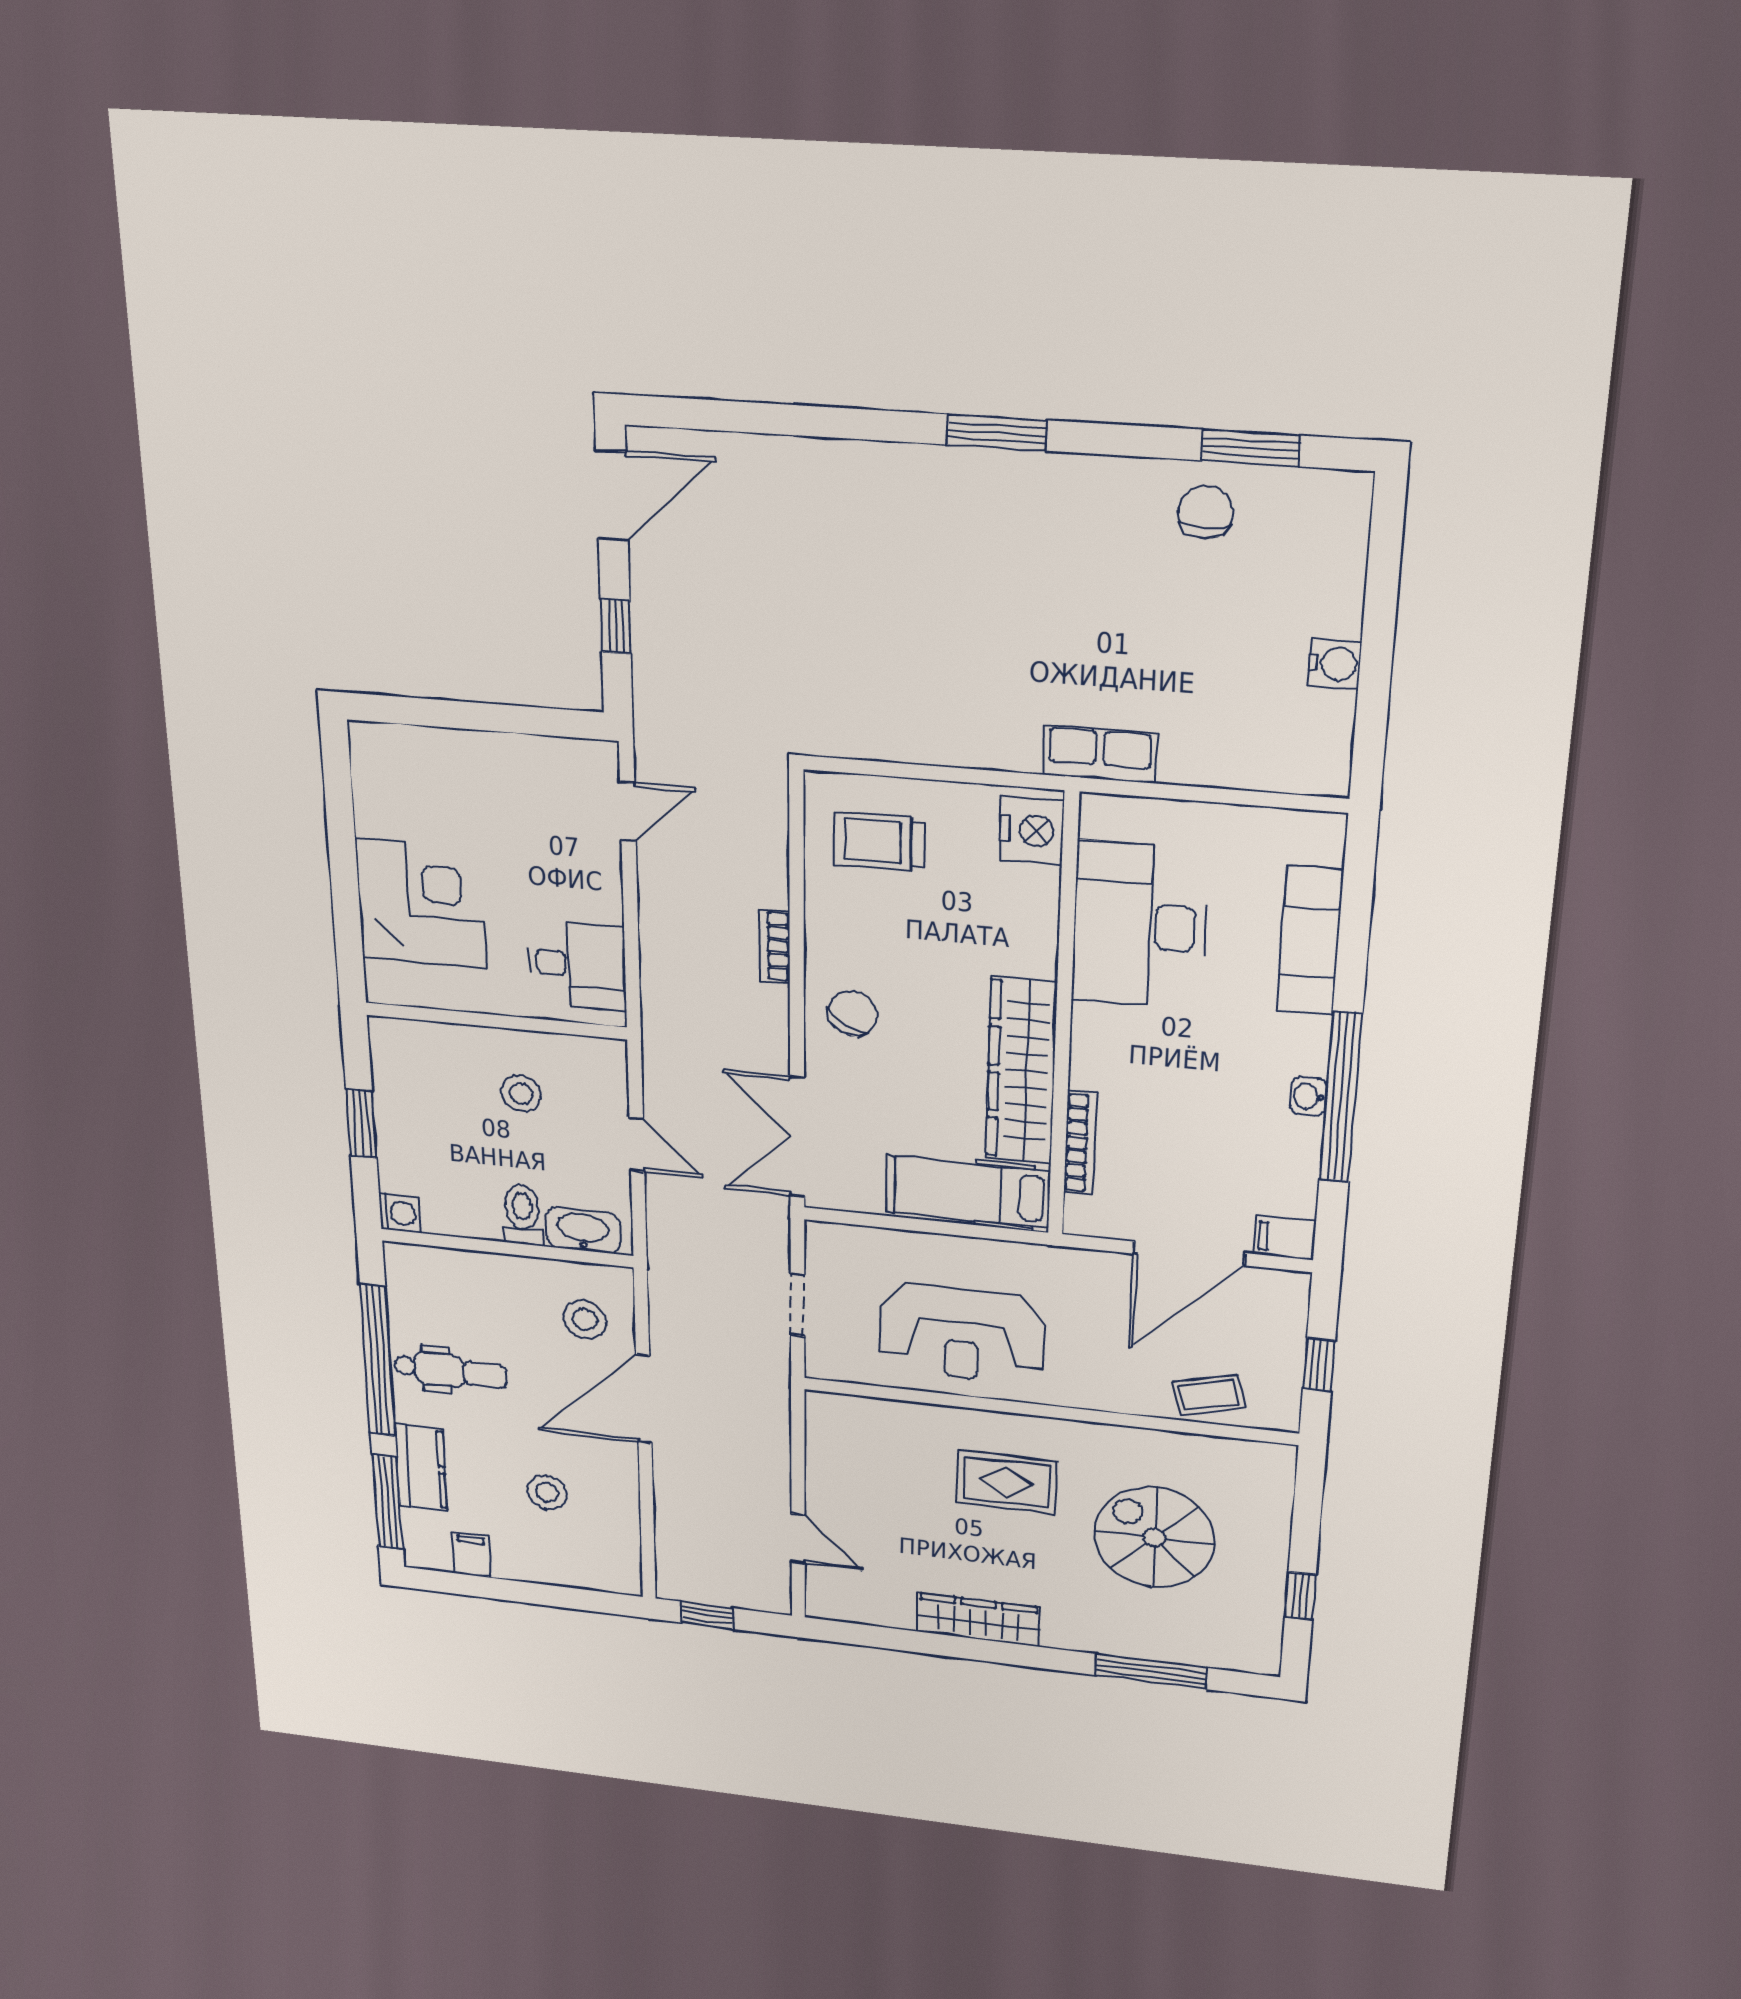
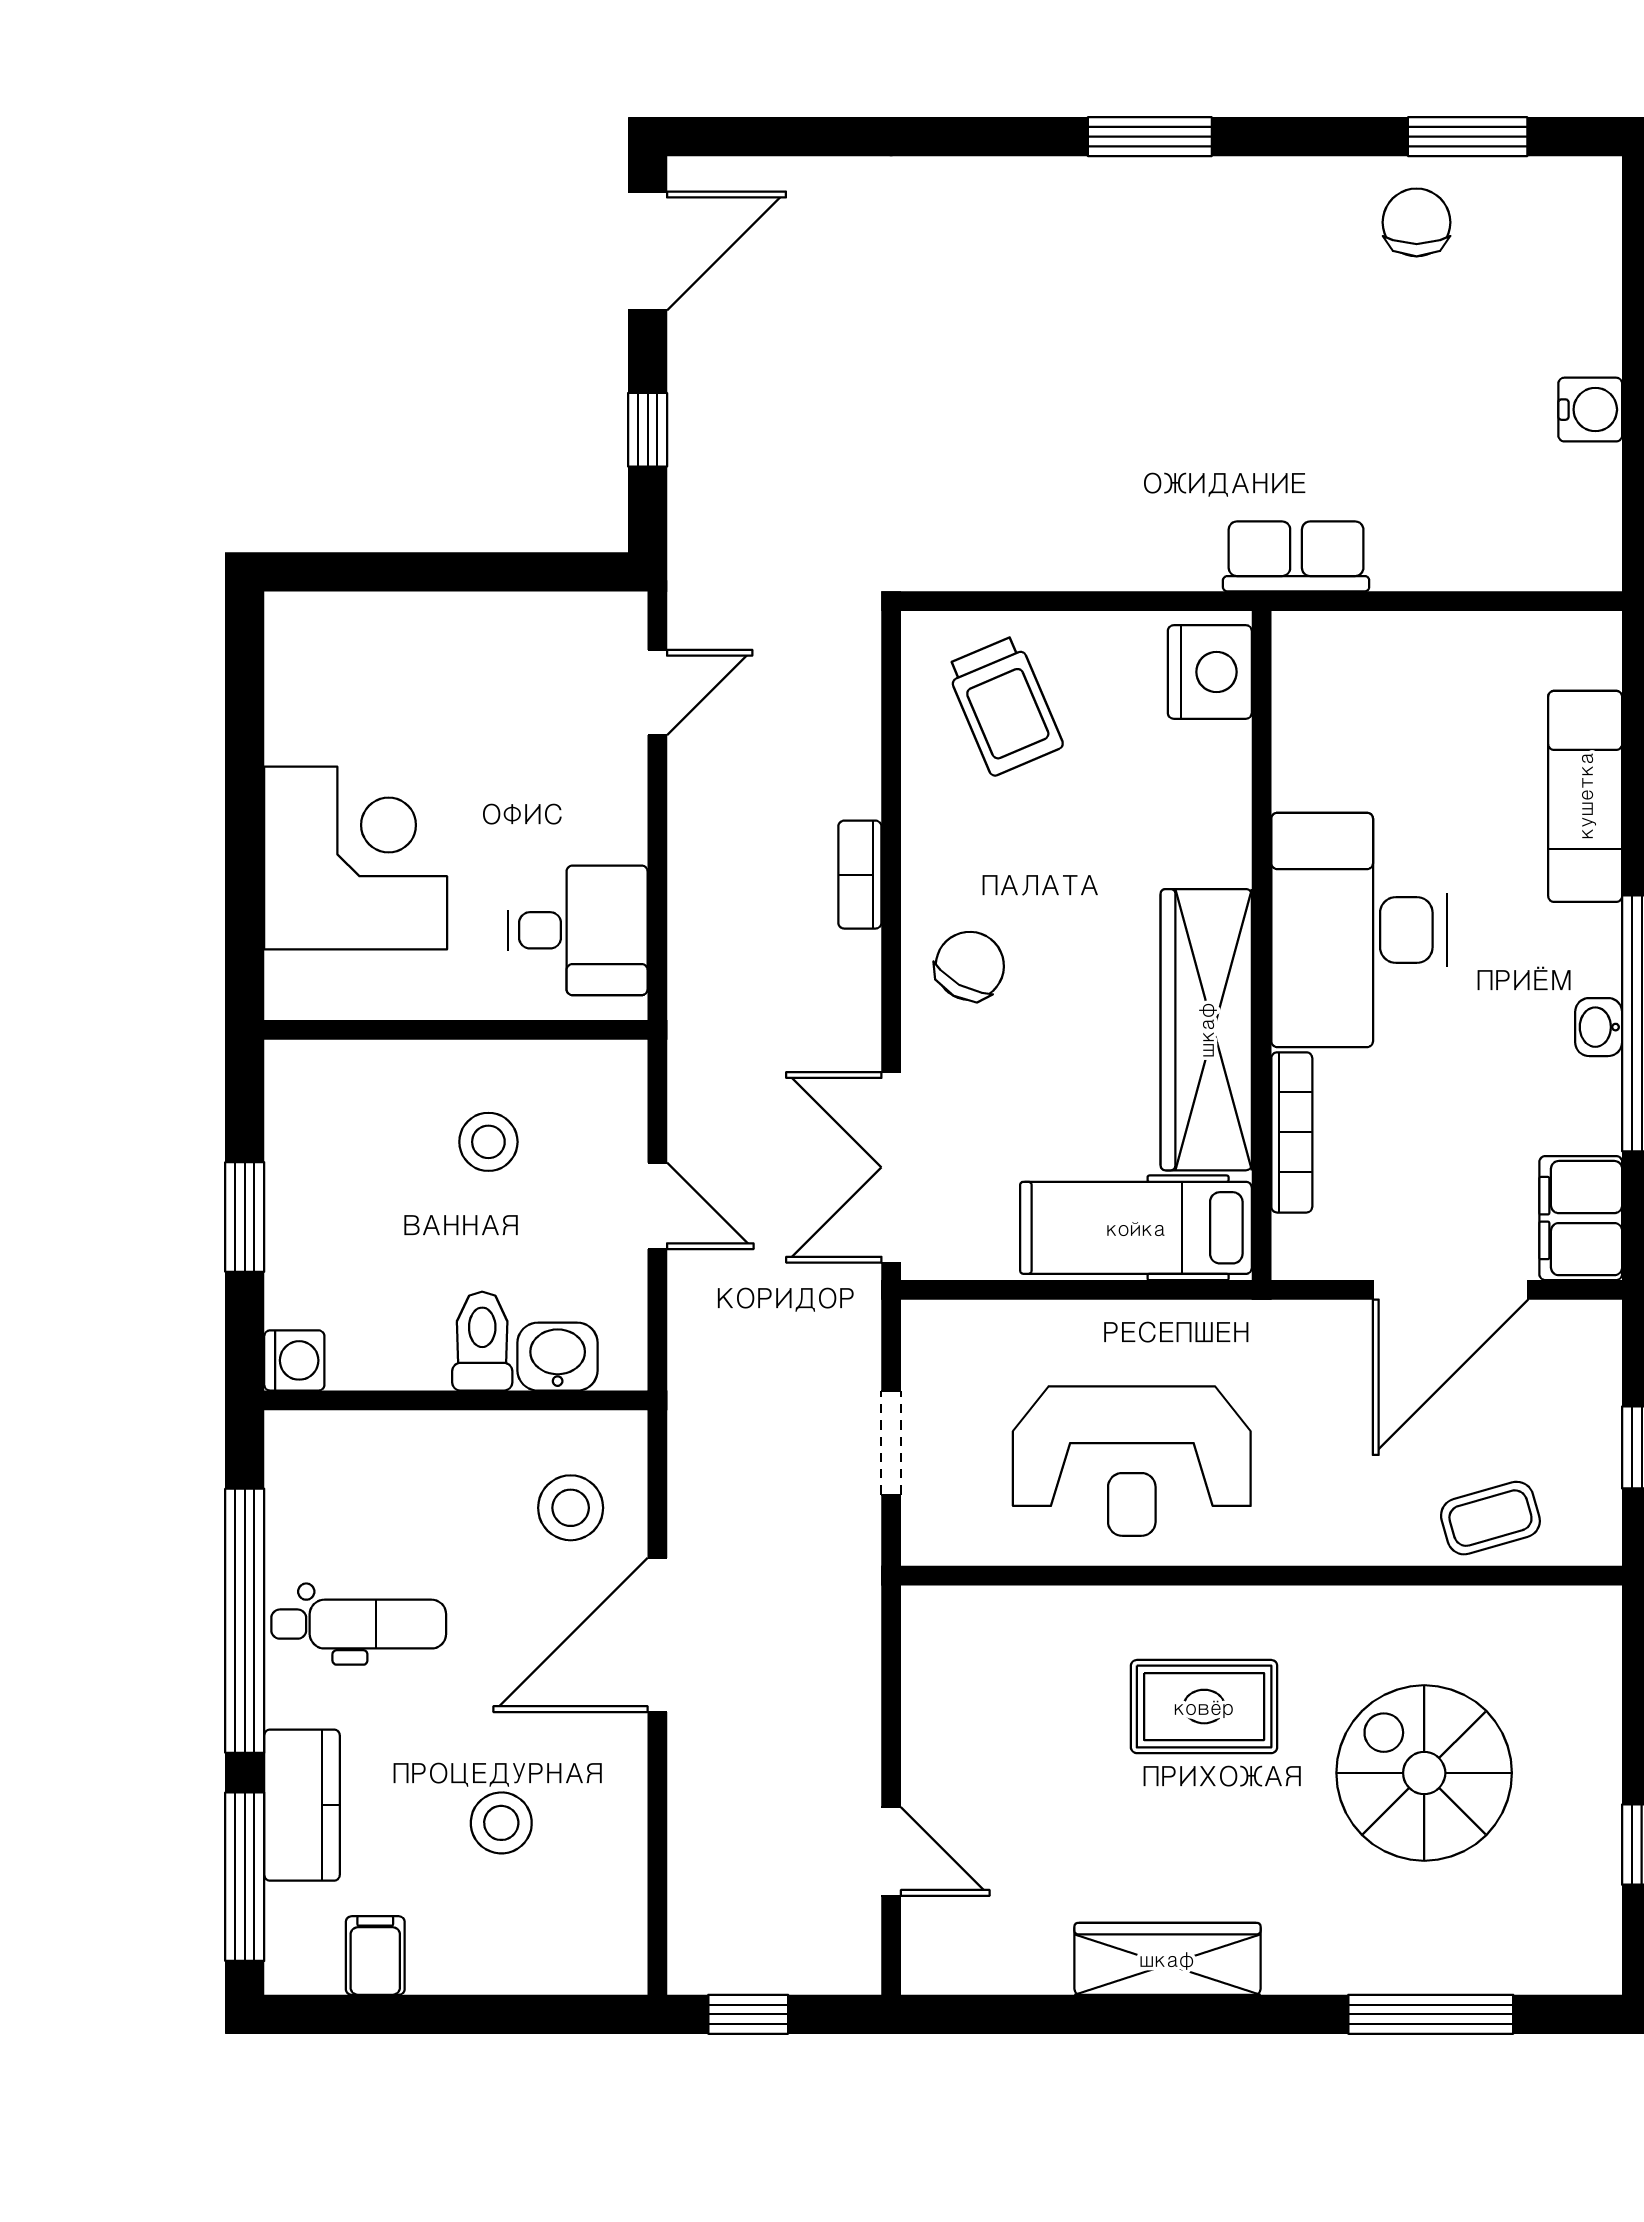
trolley: (879, 841) -> (1004, 706), turned -113
desk: (1140, 925) -> (1359, 930), moved
washbasin: (583, 1230) -> (558, 1357), width x0.72
filing cabinet: (1285, 1238) -> (1581, 1218), width x2.00

